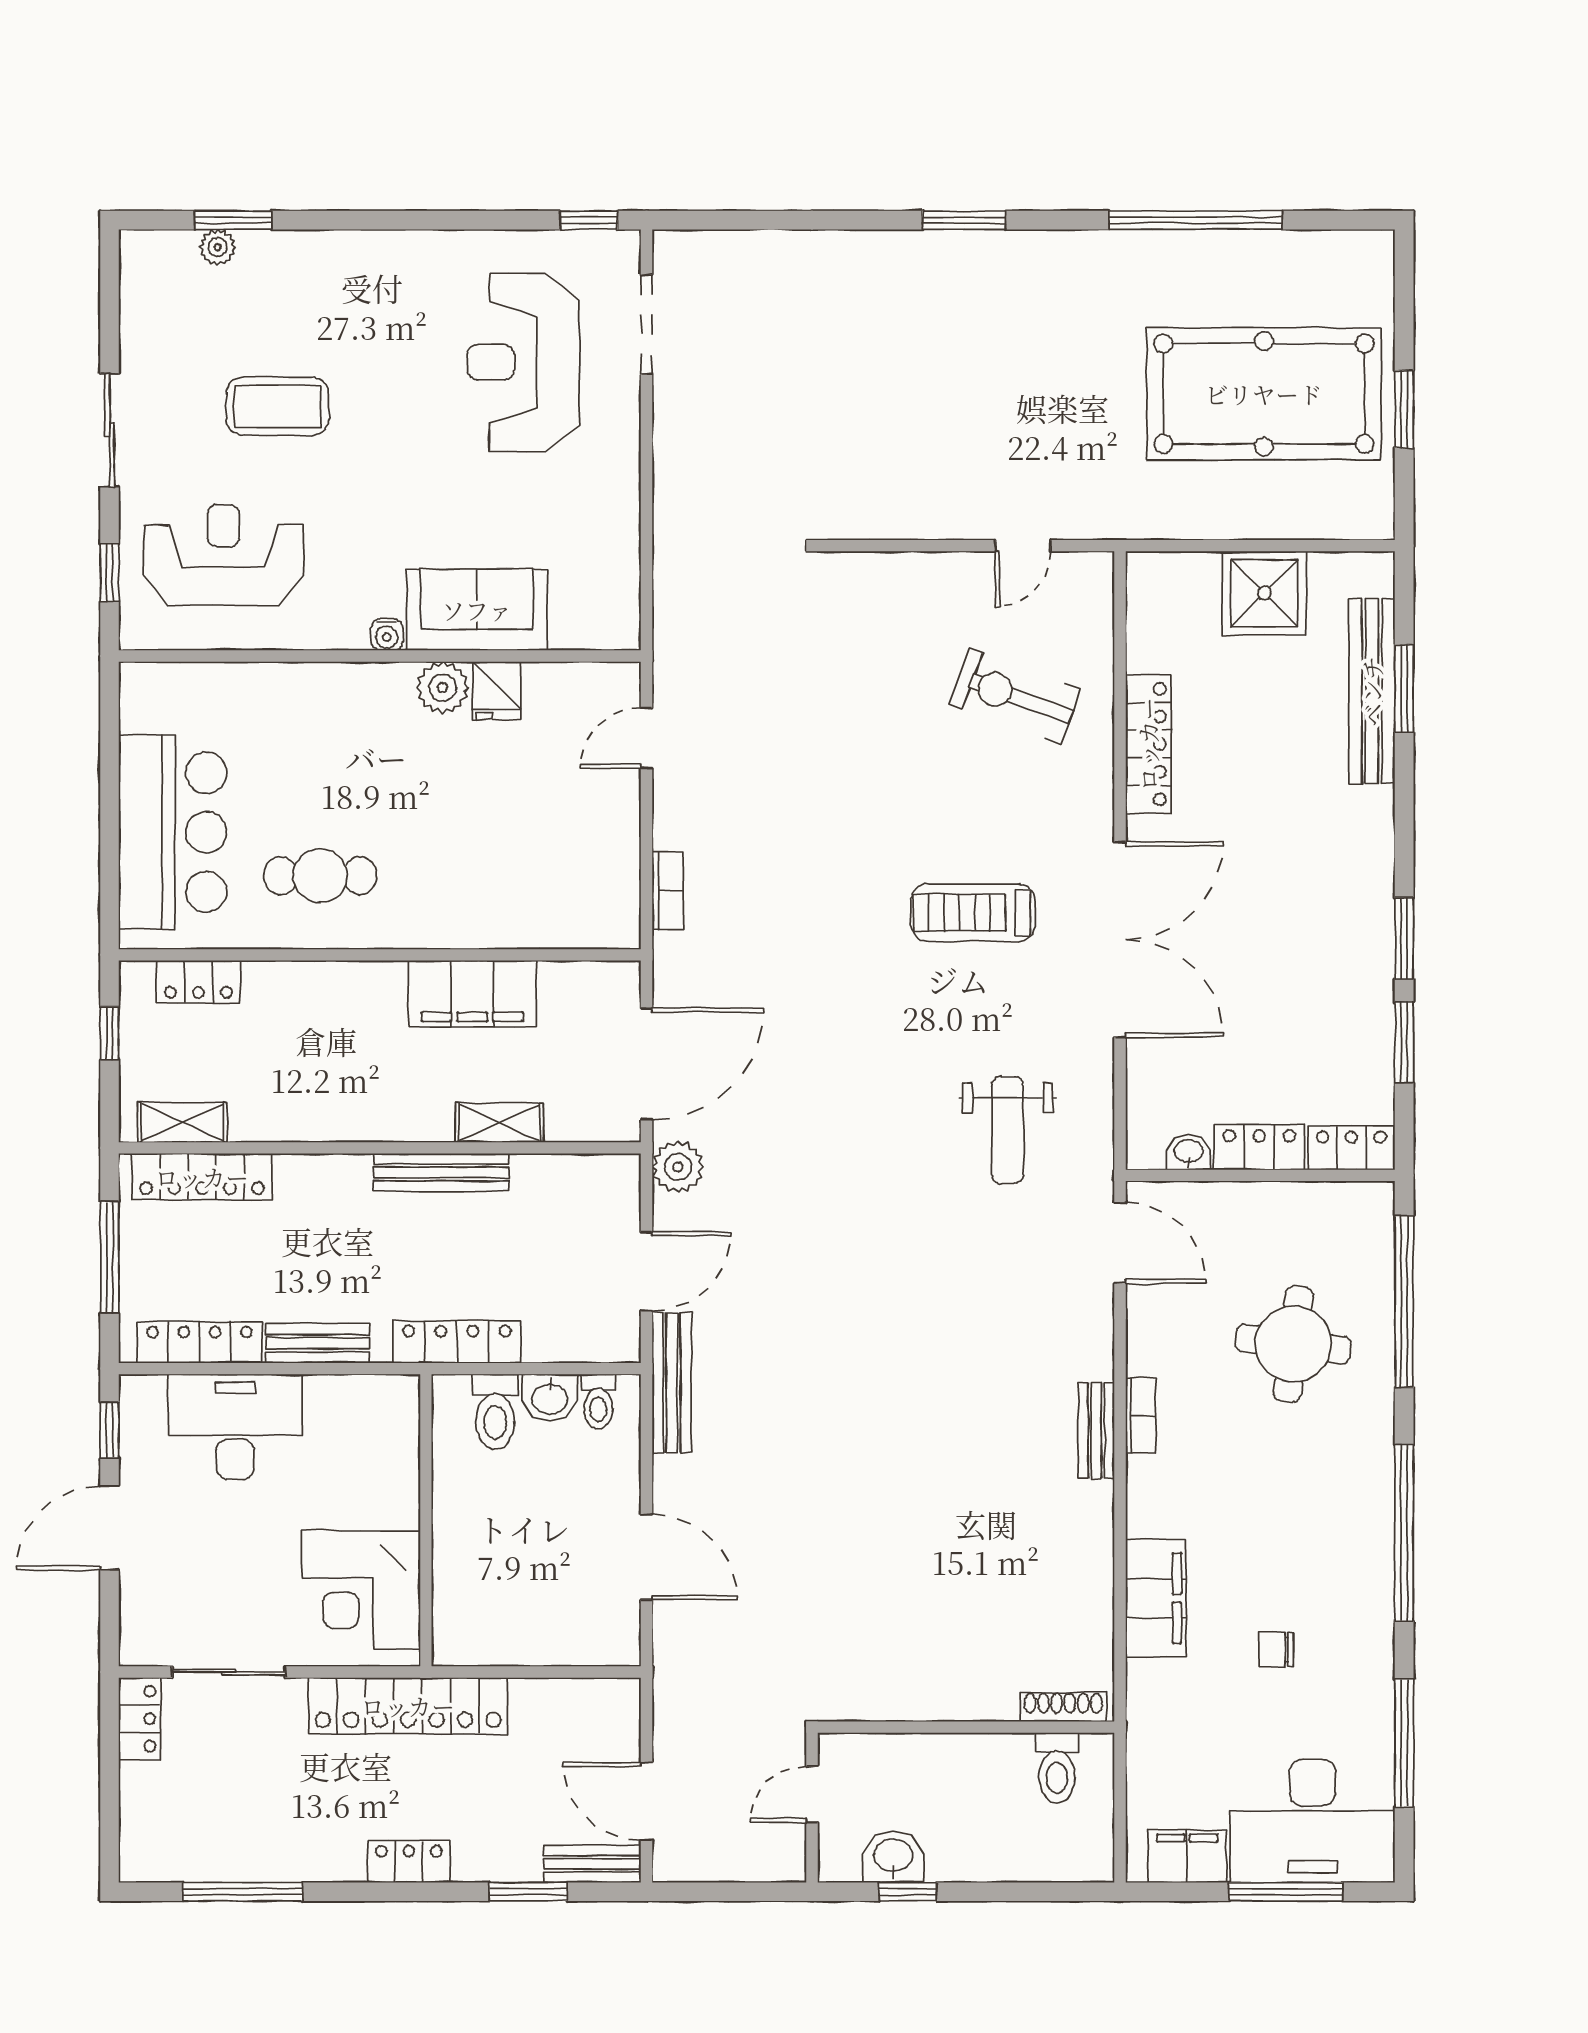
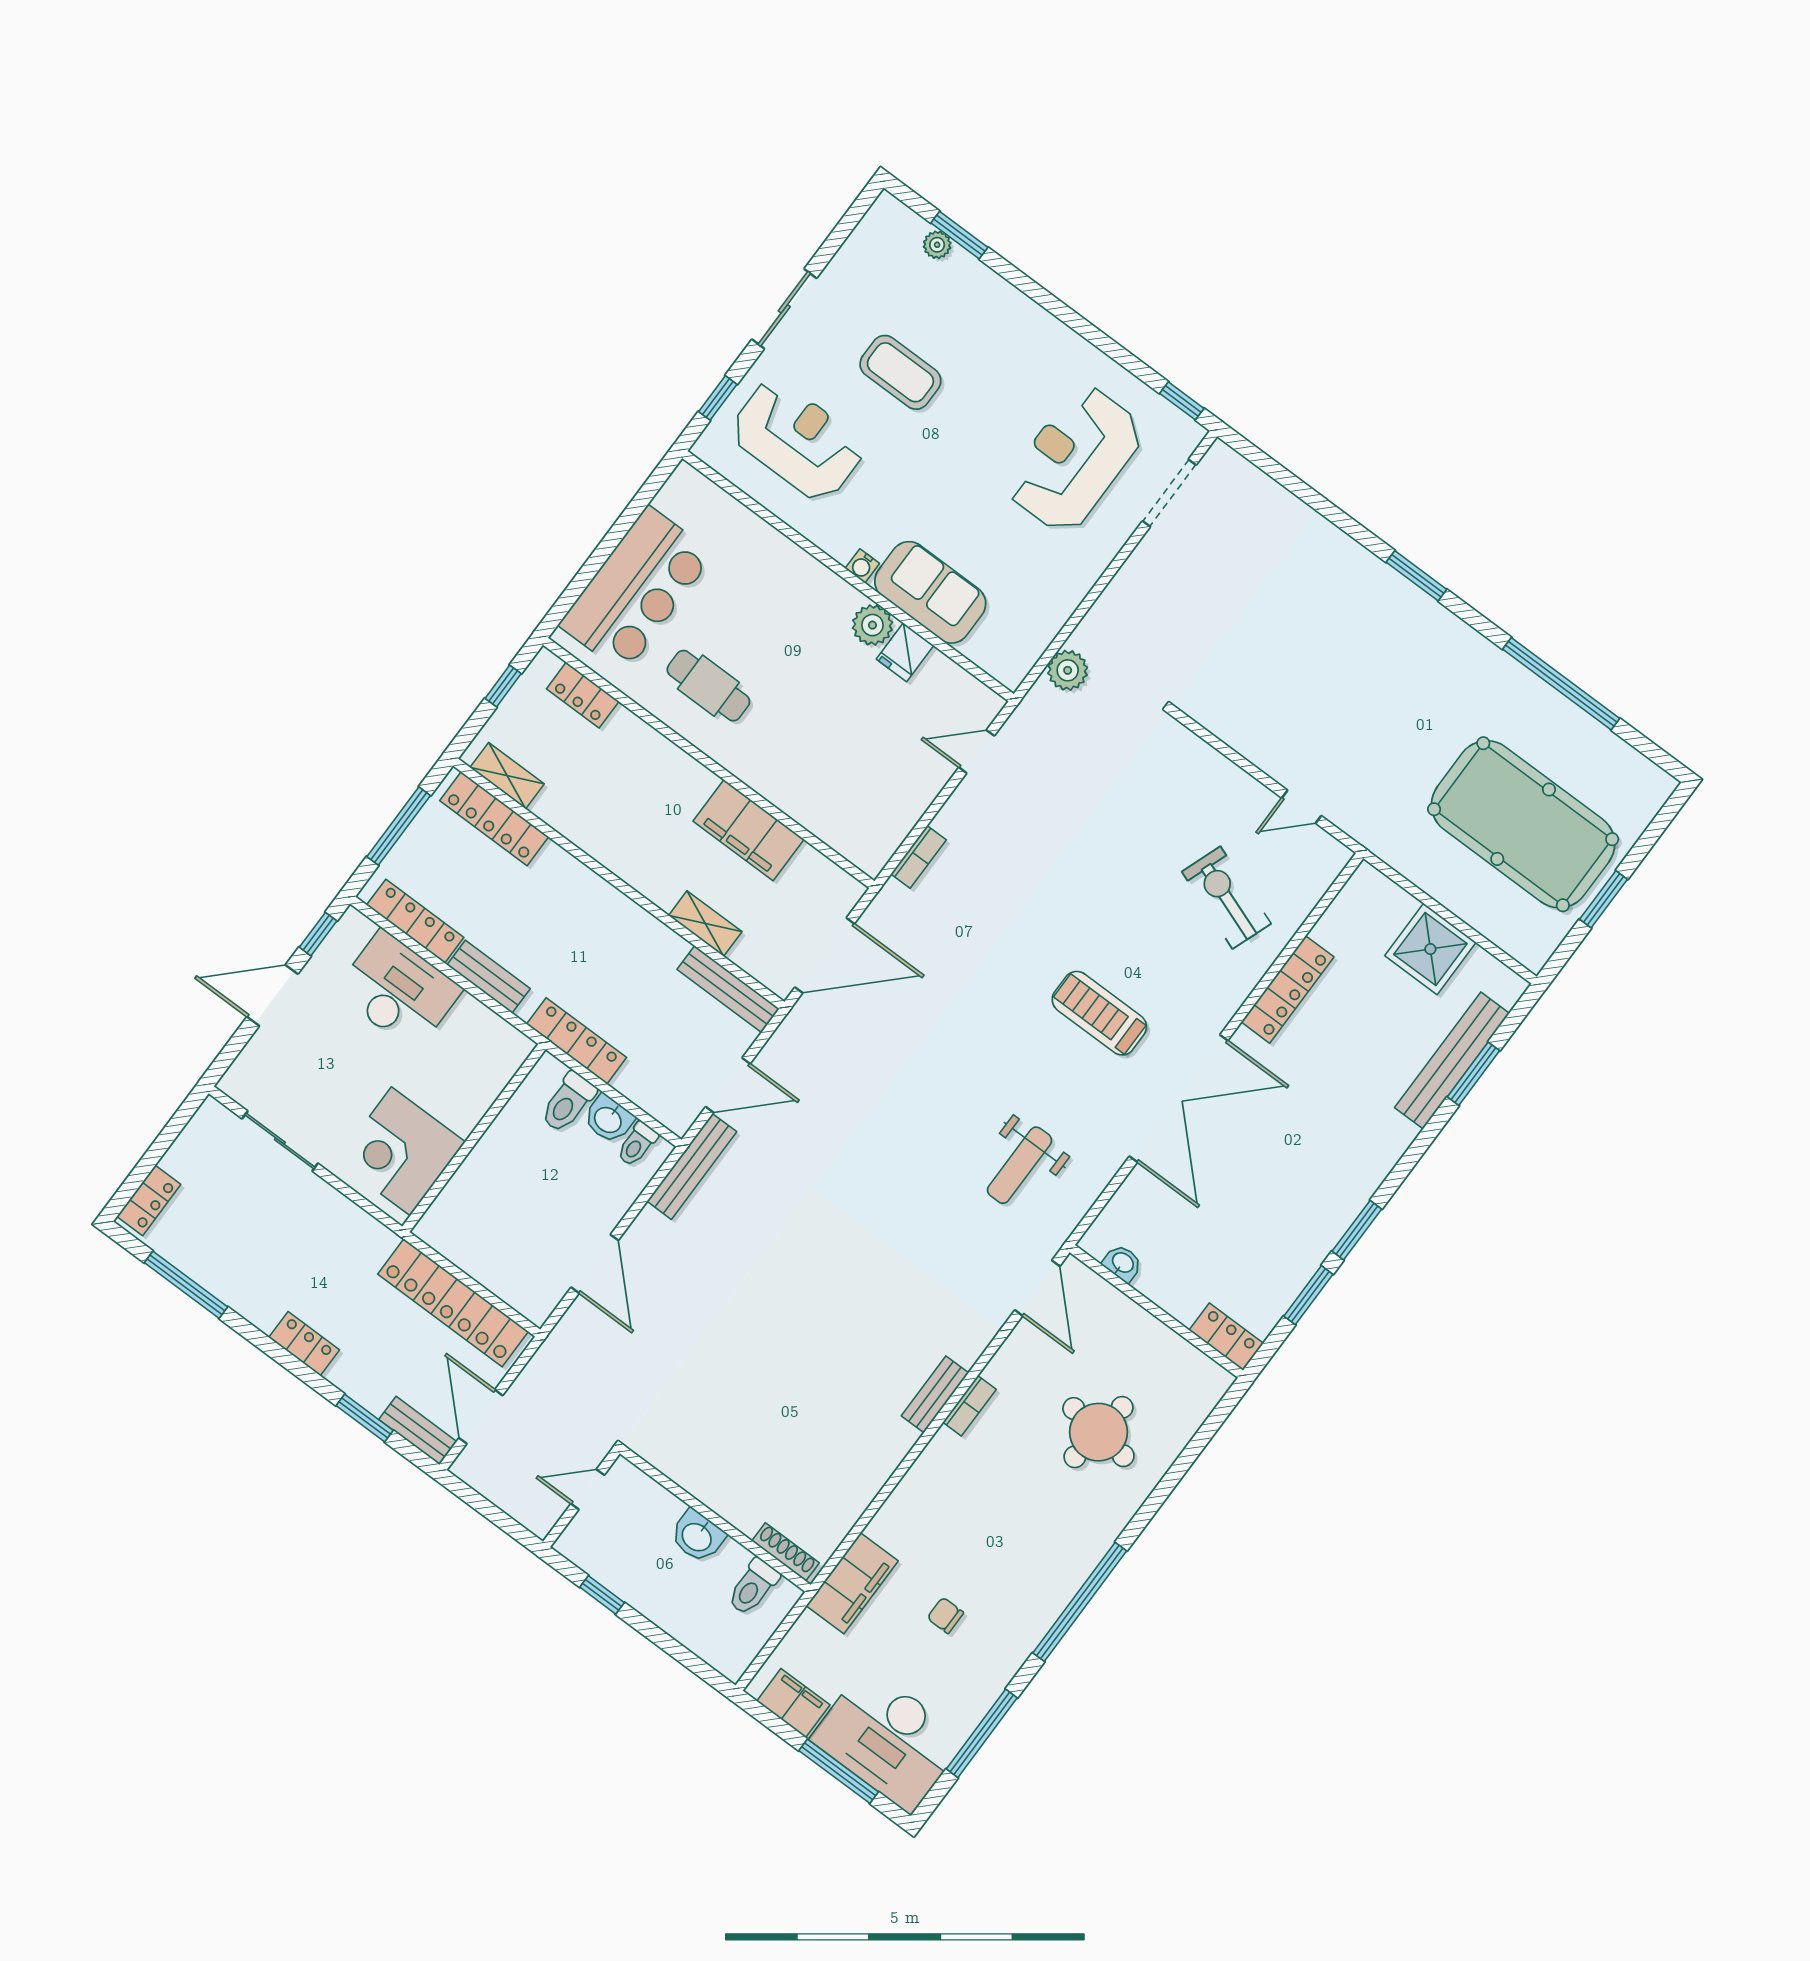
locker: (1259, 1147) -> (1169, 1293), removed
plant: (678, 1167) -> (1068, 670), moved
bench: (441, 1172) -> (728, 989), moved
window: (1404, 1301) -> (1188, 1457), removed
filing cabinet: (1156, 1598) -> (852, 1583), moved
locker: (408, 1706) -> (453, 1303), moved
locker: (139, 1719) -> (149, 1200), moved
washbasin: (893, 1857) -> (697, 1536), moved, turned 180

